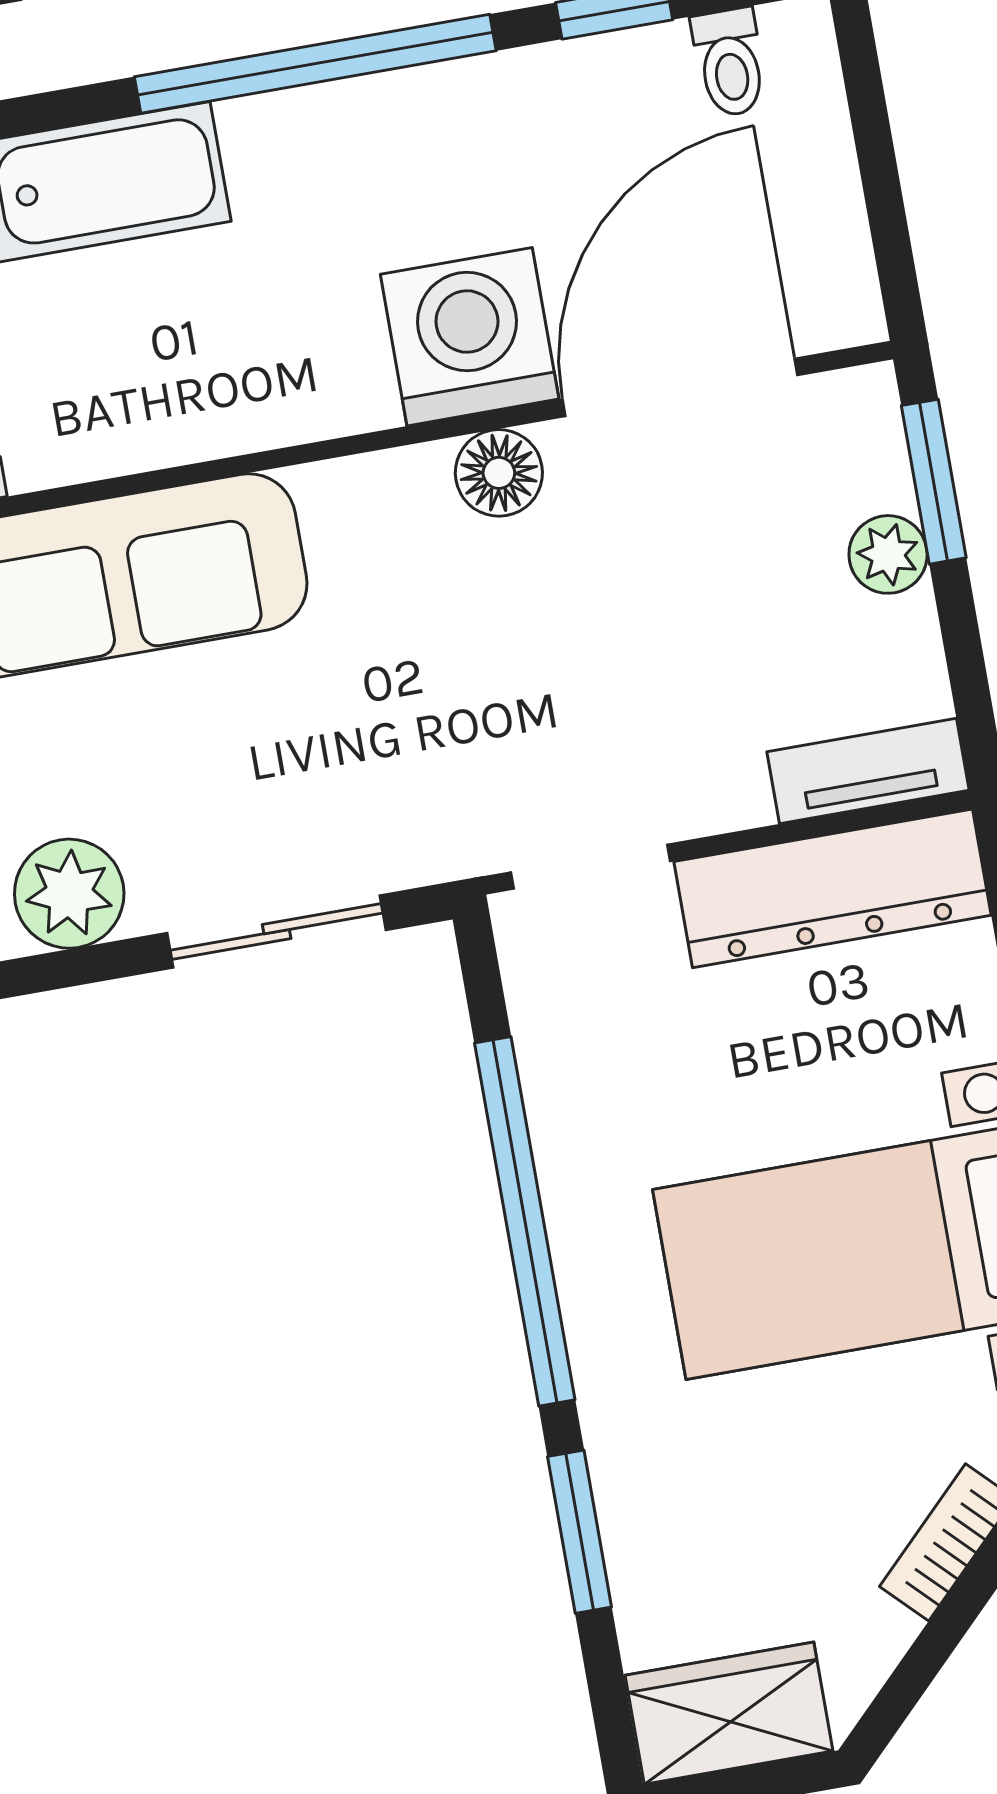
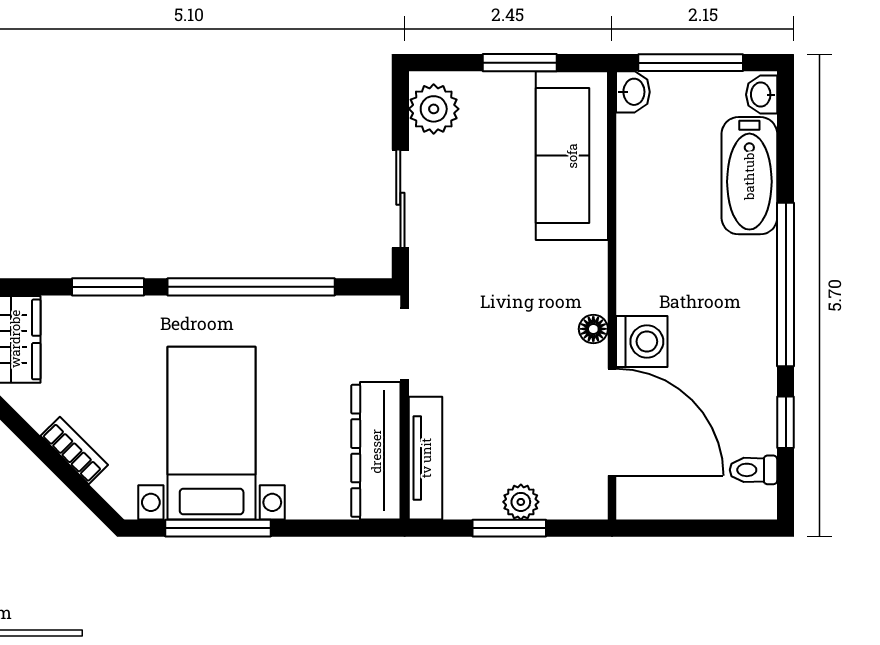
washing machine: (470, 337) -> (642, 341), width x0.73, depth x0.73
floor lamp: (499, 473) -> (593, 329), width x0.73, depth x0.73
window: (934, 482) -> (509, 528), moved
tv unit: (868, 771) -> (426, 458), width x1.41

